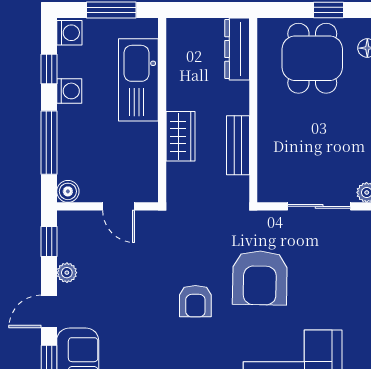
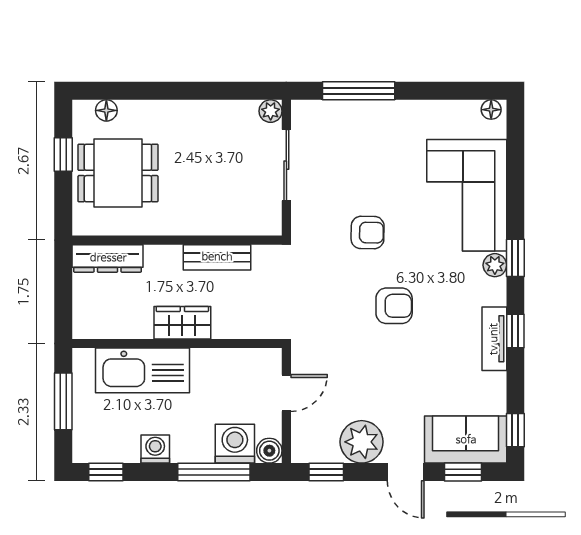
washing machine: (69, 33) -> (235, 444), moved, width x1.38, depth x1.38
window: (49, 69) -> (106, 472), moved
wardrobe: (180, 136) -> (182, 323), moved
plant: (67, 273) -> (362, 442), width x1.88, depth x1.88
armchair: (260, 278) -> (368, 233), width x0.53, depth x0.53

